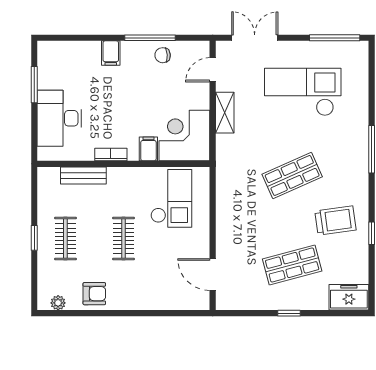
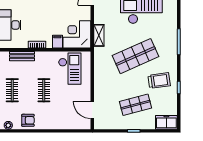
shelving: (225, 113) -> (99, 35), moved
shop shelf: (292, 175) -> (136, 56), width x1.43, depth x1.36

